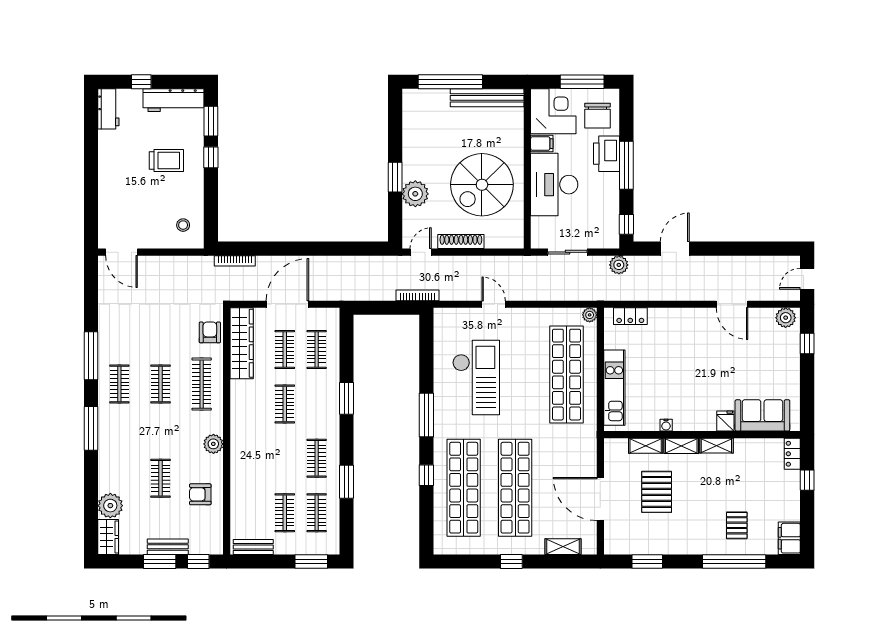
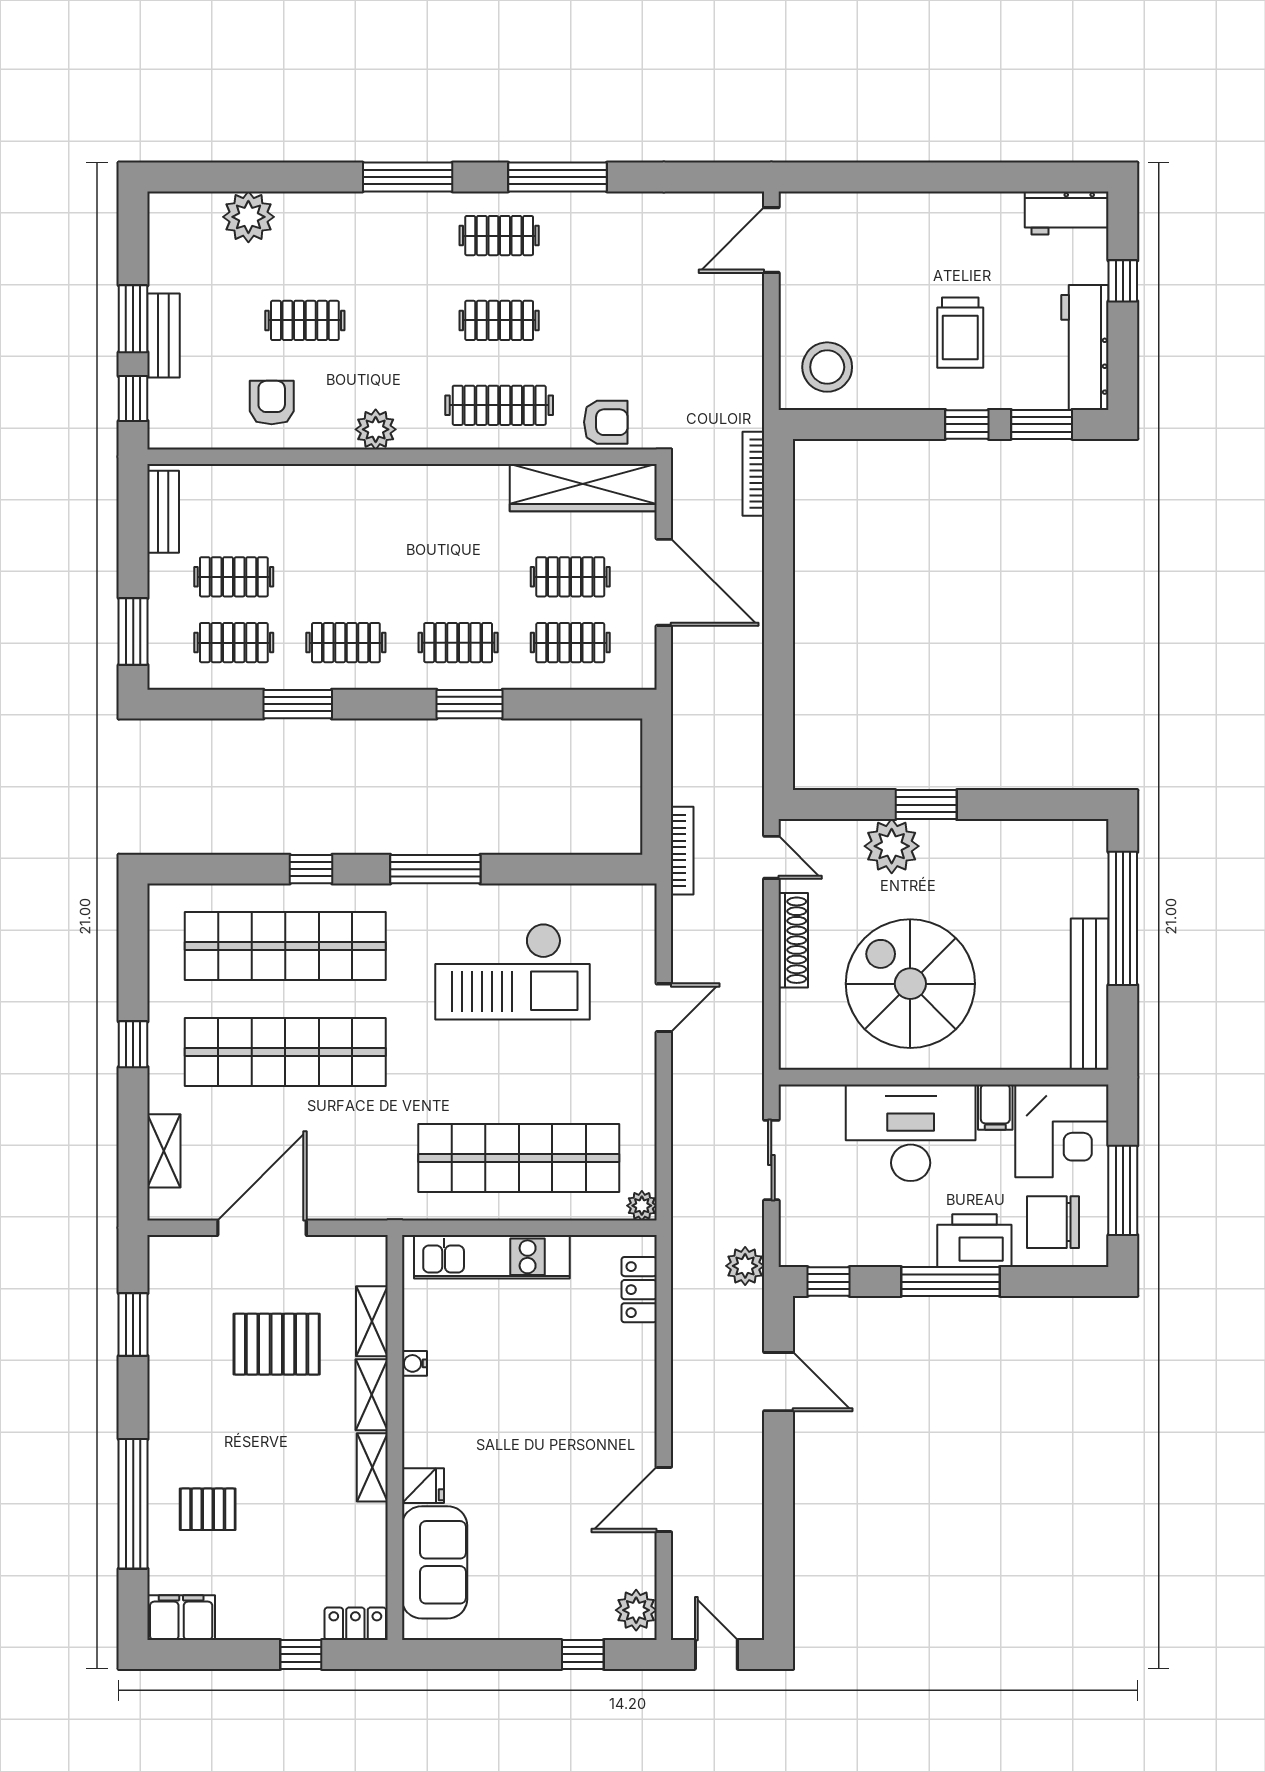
stool: (183, 225) -> (827, 367), width x1.89, depth x1.89
clothes rail: (285, 404) -> (458, 643), moved
wardrobe: (108, 537) -> (184, 212), removed

